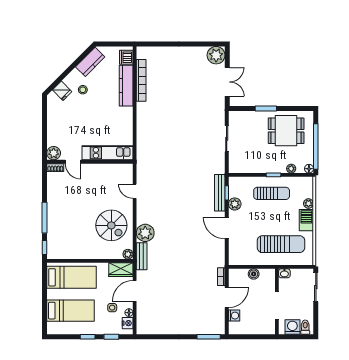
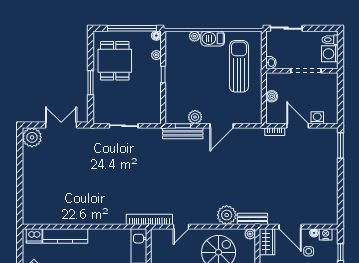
bookcase: (141, 80) -> (149, 219), moved
sun lounger: (272, 193) -> (183, 77), removed

